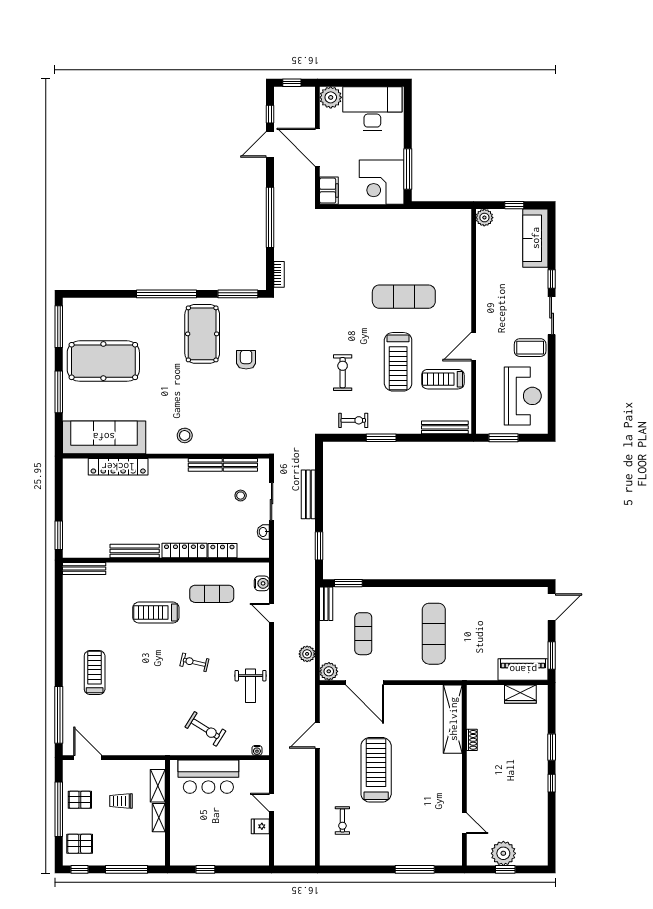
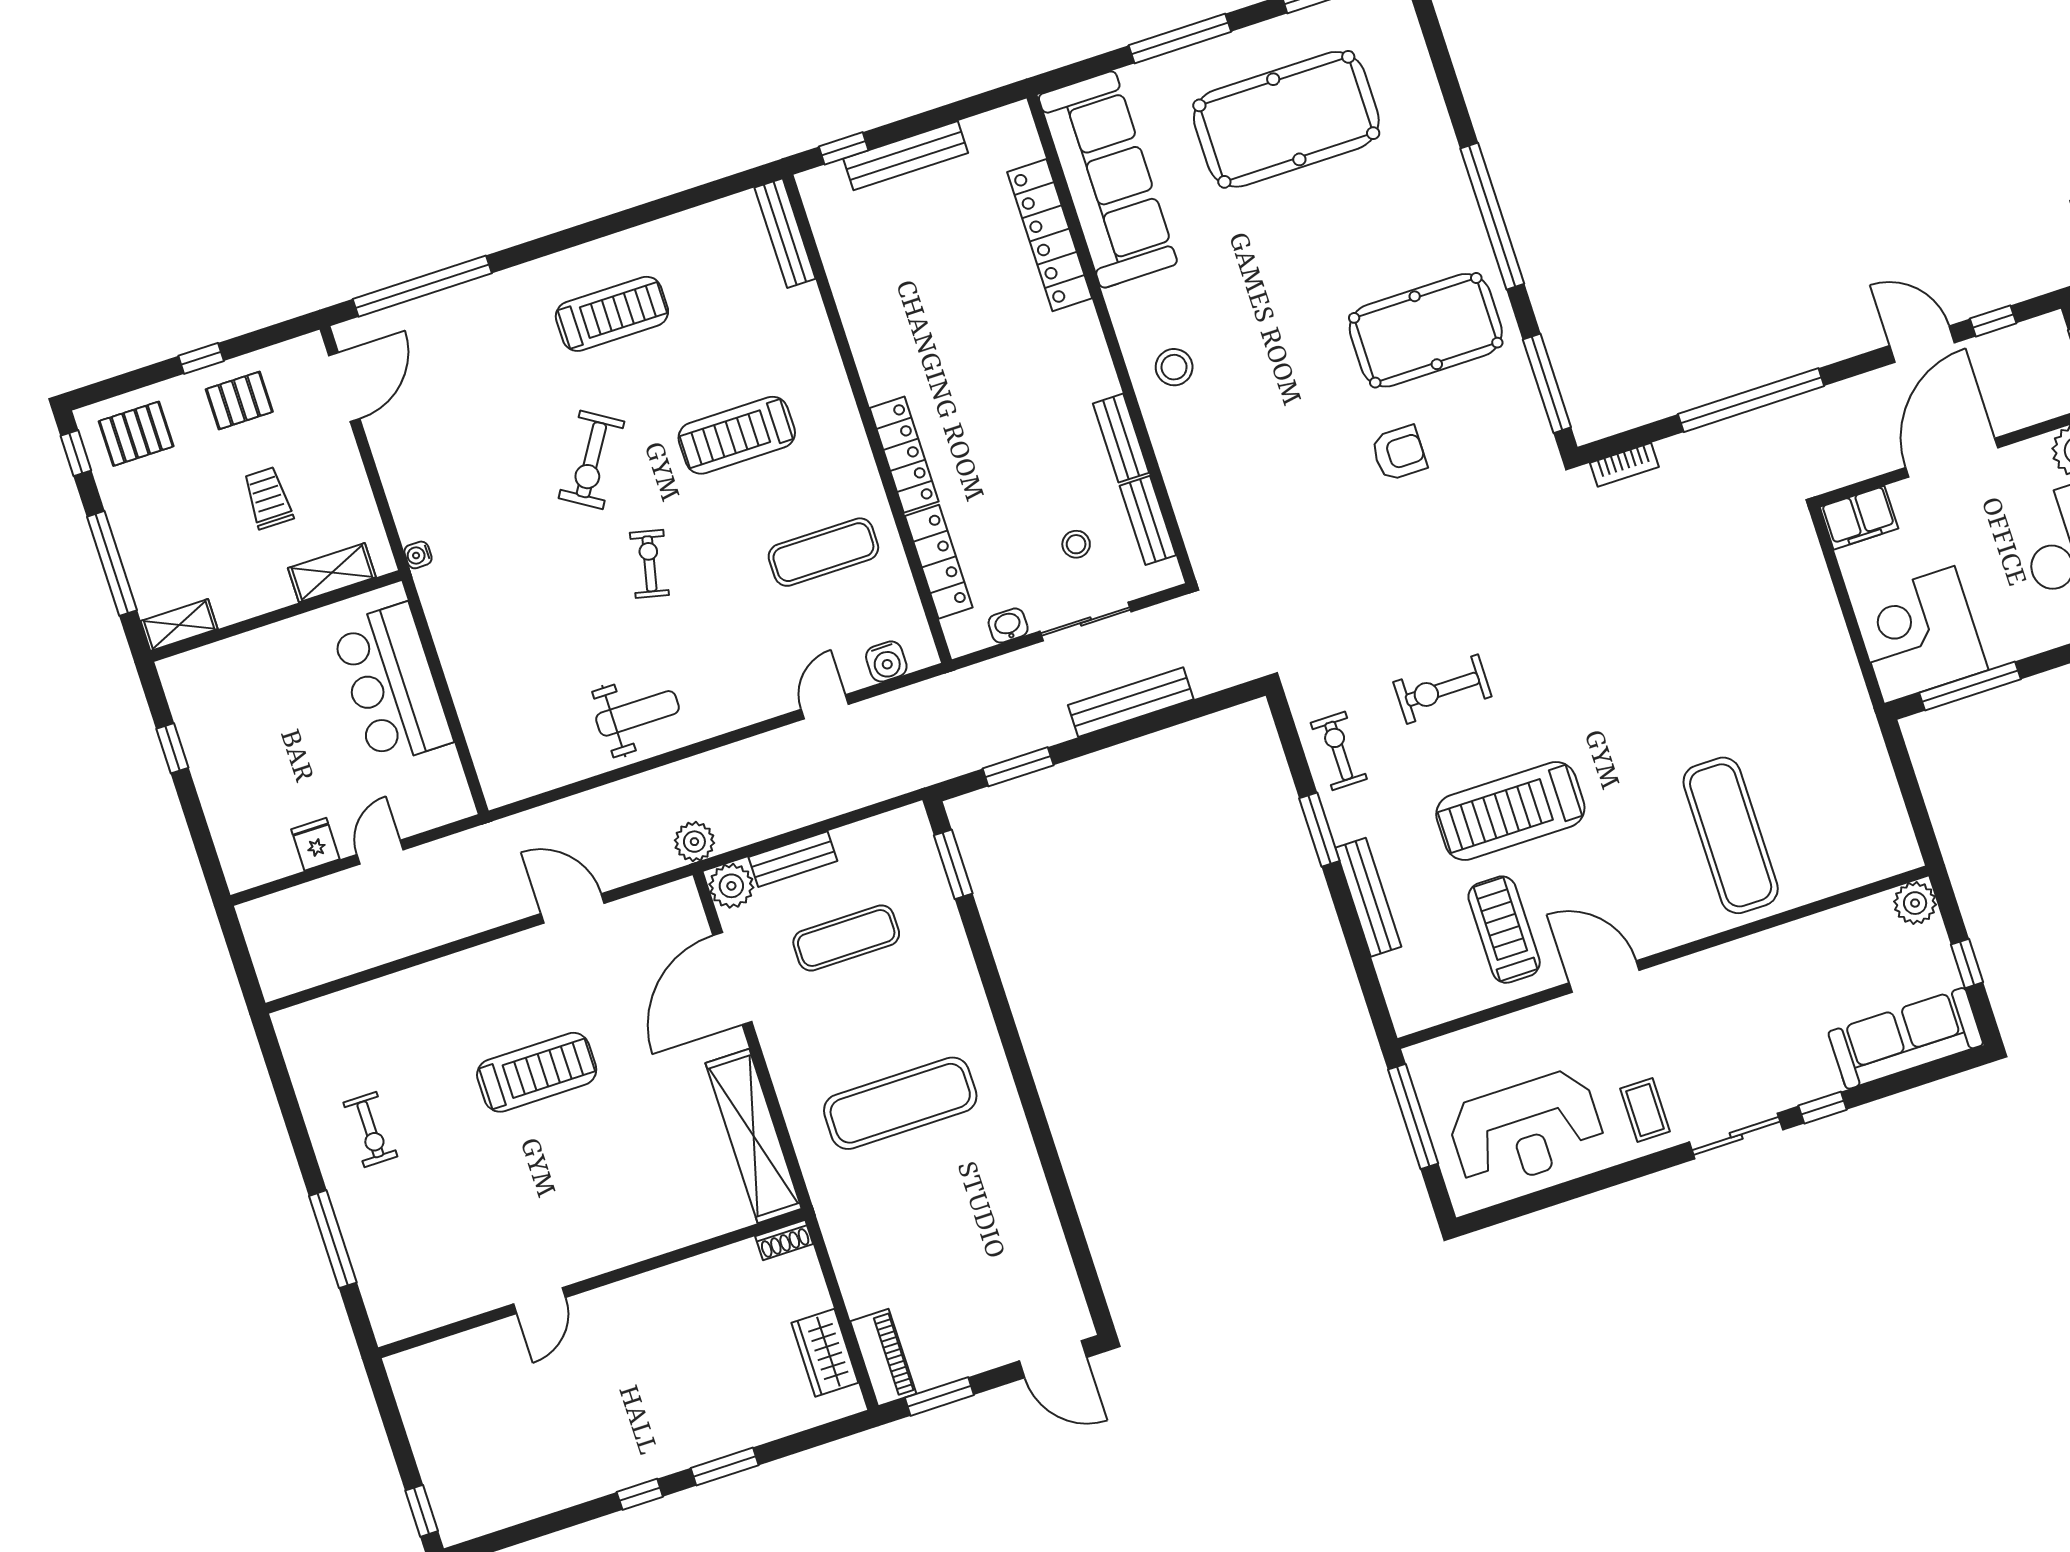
exercise mat: (404, 297) -> (1731, 835), moved
coffee table: (530, 348) -> (1645, 1110), width x0.73, depth x0.77
pool table: (103, 361) -> (1286, 119), turned 90
exercise bike: (343, 373) -> (1442, 689), turned 180
exercise bike: (353, 420) -> (1339, 751), turned 180
bench: (445, 427) -> (1368, 897), moved
window: (503, 438) -> (1413, 1116), width x1.44
window: (59, 535) -> (844, 148), width x0.67
bench: (135, 551) -> (906, 156), moved, turned 90
locker: (222, 551) -> (939, 562), width x1.53
exercise mat: (212, 594) -> (823, 552), turned 90
bench: (326, 604) -> (793, 859), moved
treadmill: (156, 613) -> (737, 435), turned -90
plant: (307, 654) -> (694, 842), moved
piano: (523, 670) -> (883, 1357), width x0.73, depth x0.75
treadmill: (95, 673) -> (612, 314), moved
weight bench: (251, 686) -> (638, 713), turned 180
shelving: (453, 719) -> (754, 1136), moved, turned 90
exercise bike: (205, 729) -> (591, 460), moved
shoe rack: (472, 740) -> (784, 1240), moved
water cooler: (257, 750) -> (418, 555), moved
treadmill: (376, 770) -> (537, 1072), width x0.73, depth x0.73
pallet: (80, 800) -> (239, 400), turned 90
window: (59, 809) -> (201, 358), width x0.32
shelving: (159, 818) -> (179, 625), moved
exercise bike: (342, 820) -> (370, 1129), moved, turned -90
door: (464, 823) -> (539, 1301), moved
pallet: (80, 844) -> (136, 434), turned 90
plant: (503, 853) -> (438, 1435), removed
window: (505, 869) -> (422, 1511), moved

